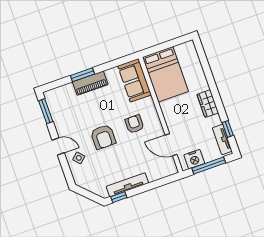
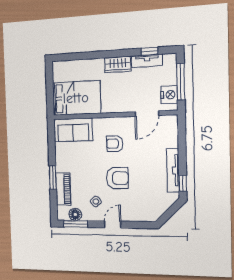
piano: (90, 83) -> (63, 189), moved
floor lamp: (55, 108) -> (75, 214), added
tv unit: (222, 140) -> (147, 61), moved
side table: (79, 158) -> (96, 202), moved

